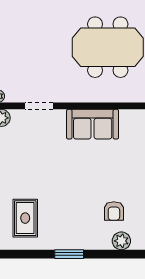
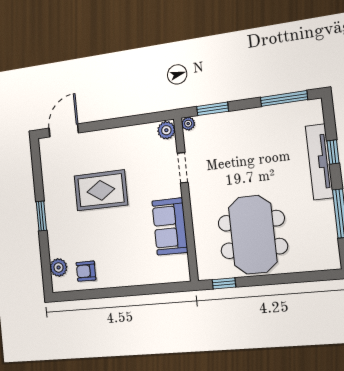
armchair: (114, 211) -> (86, 271), moved
rug: (25, 218) -> (101, 190), moved, width x1.36, depth x1.43

